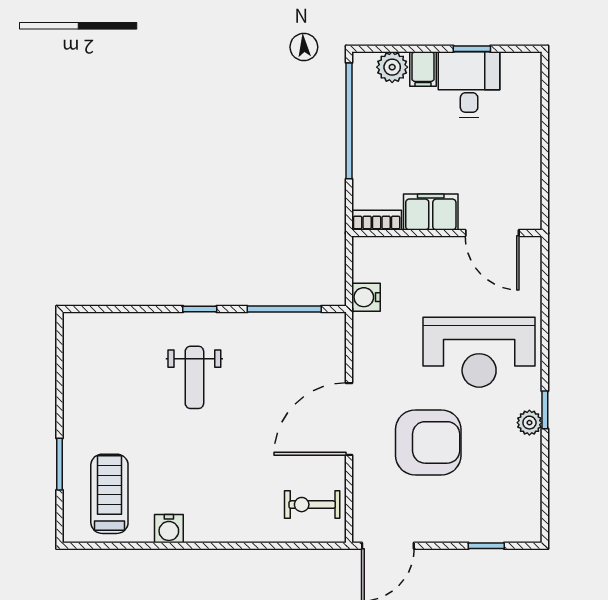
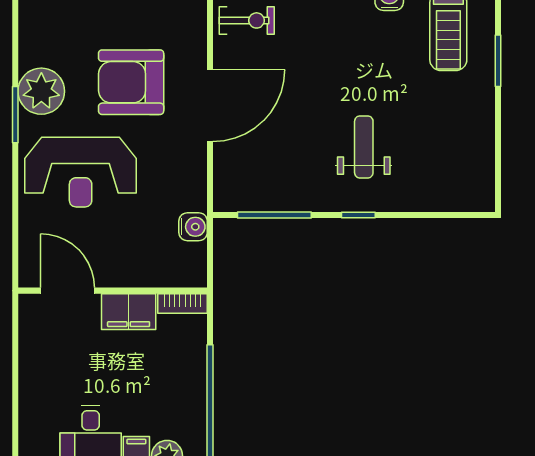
reception desk: (479, 352) -> (81, 172), turned 180
window: (545, 410) -> (15, 115), width x1.50
plant: (529, 423) -> (41, 91), width x1.88, depth x1.88

